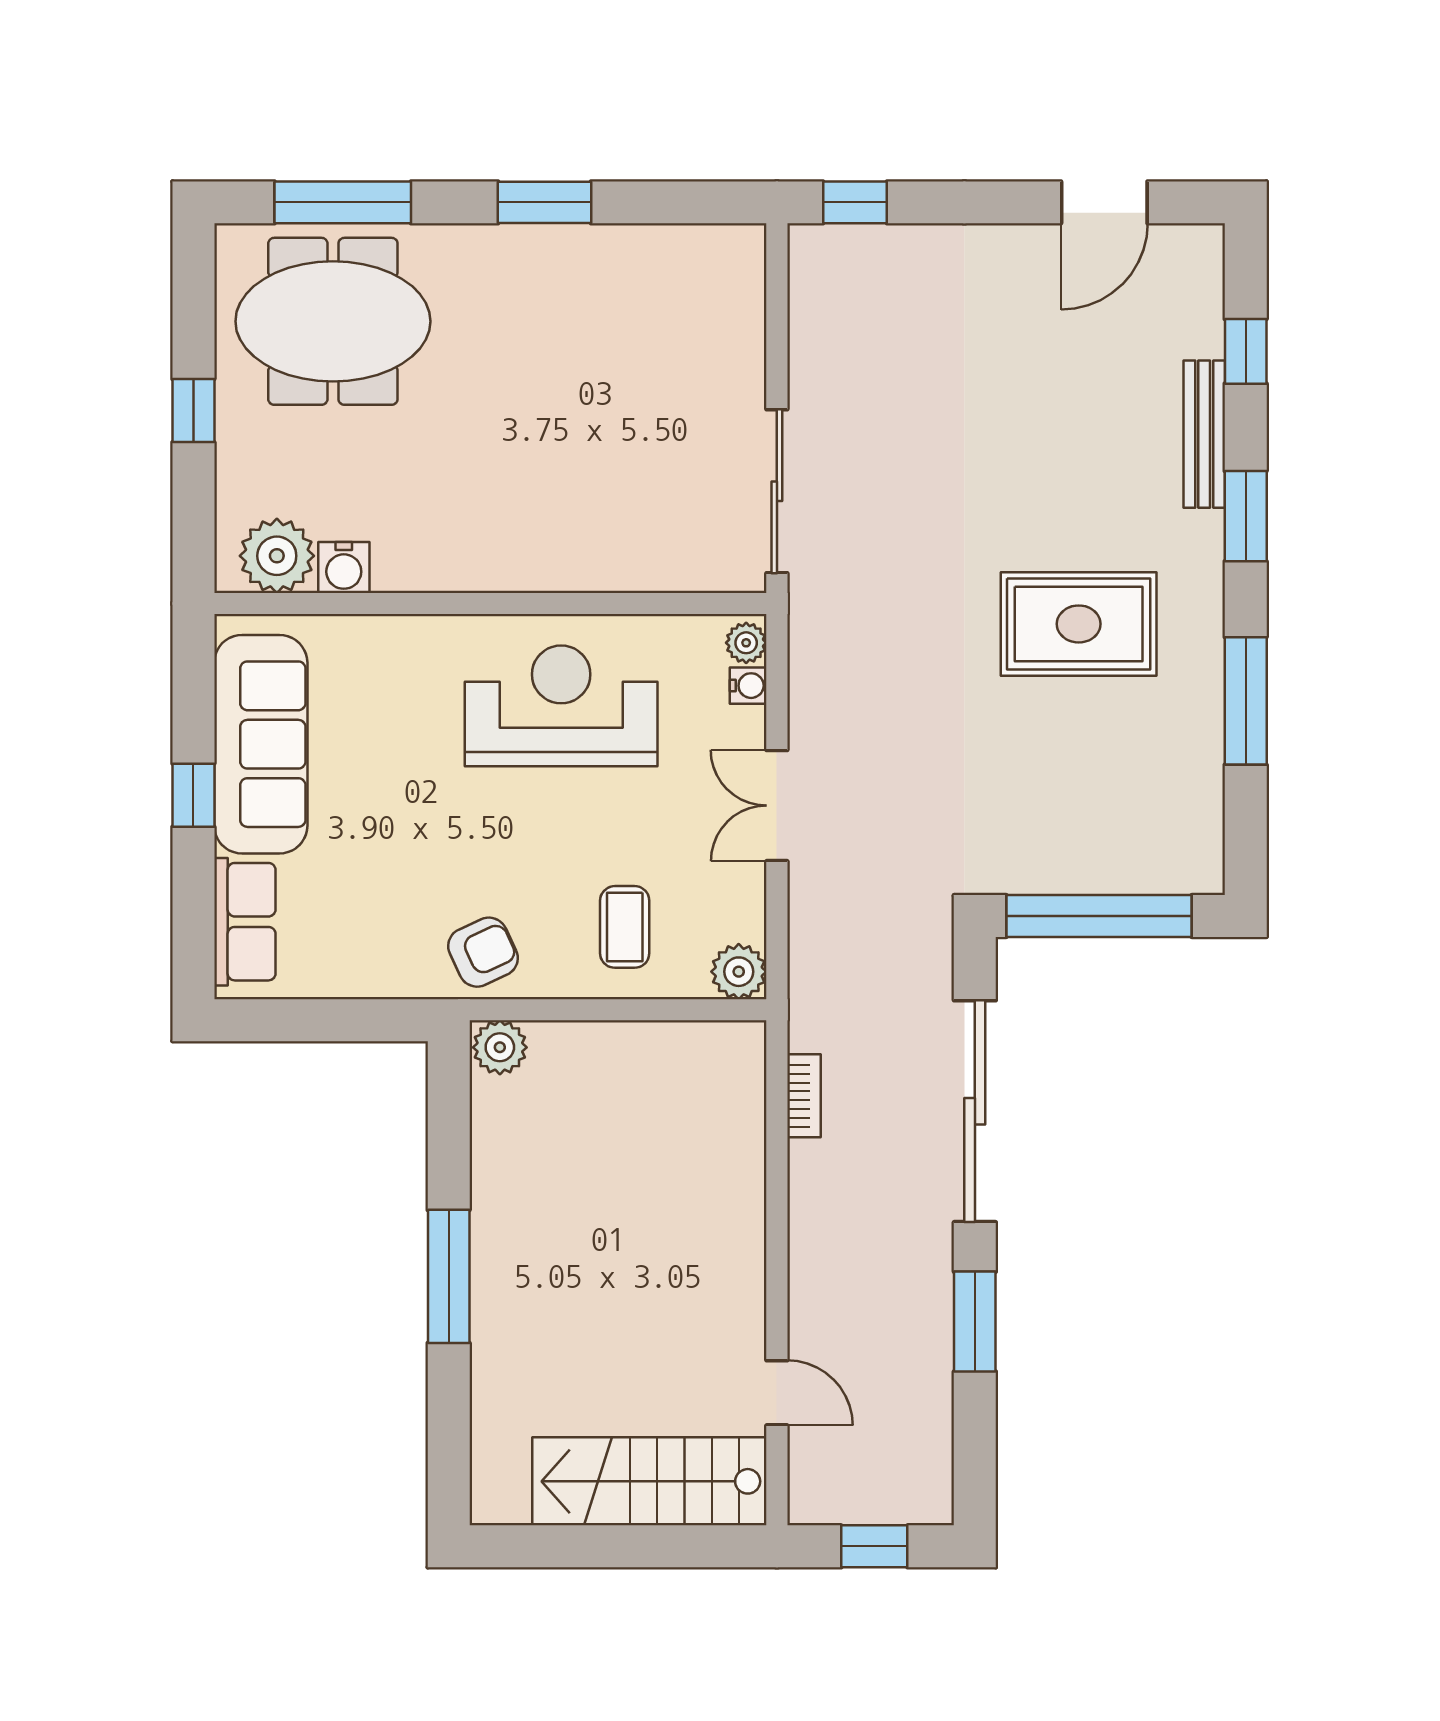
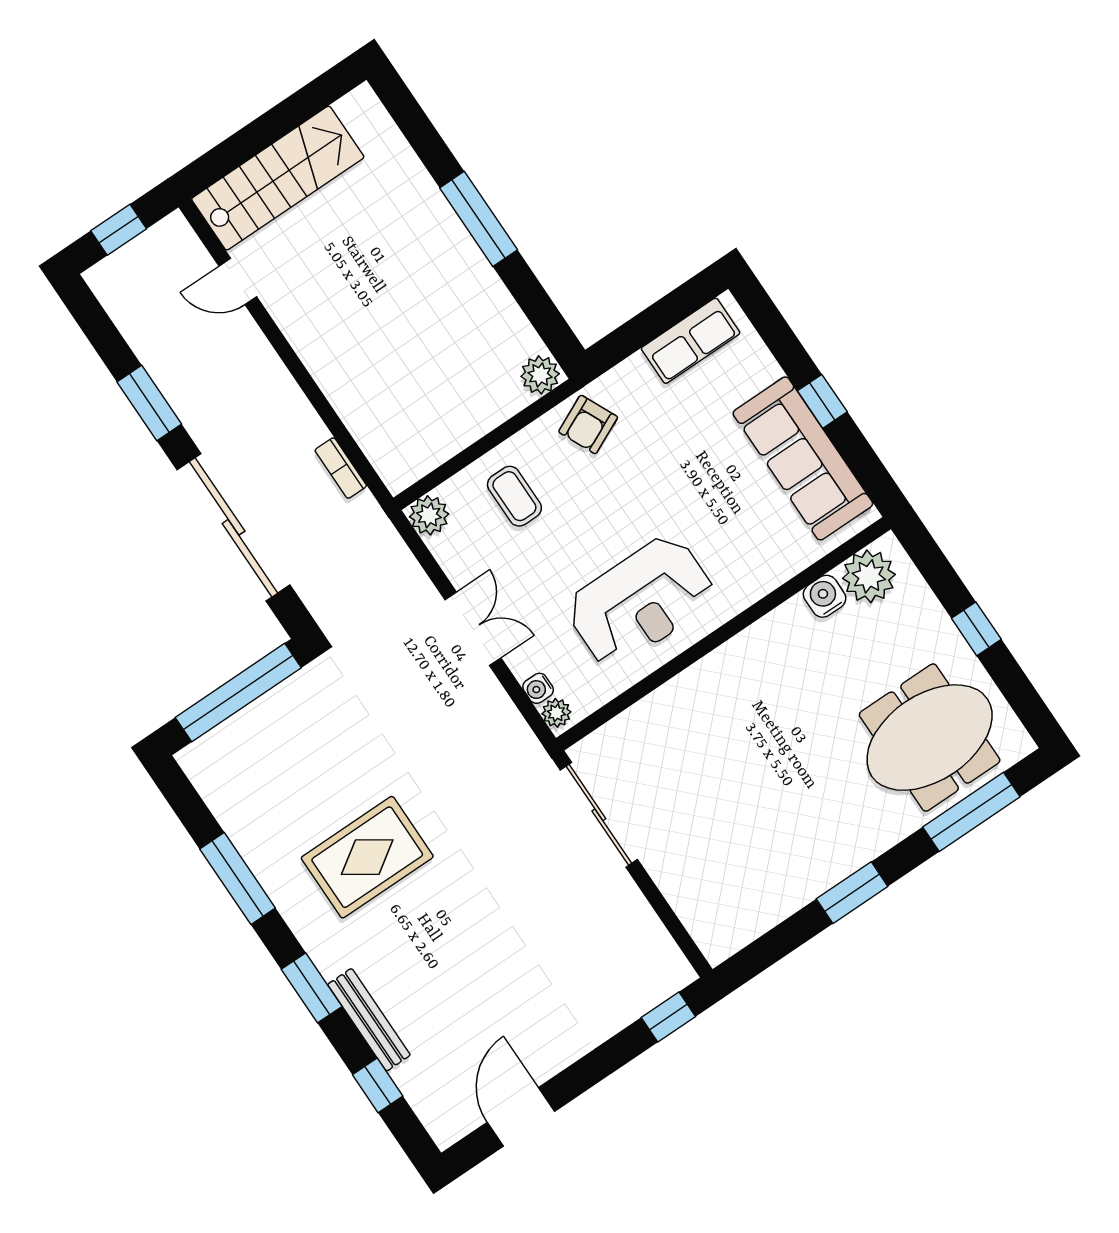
row of seats: (245, 922) -> (691, 341), moved, turned -90

